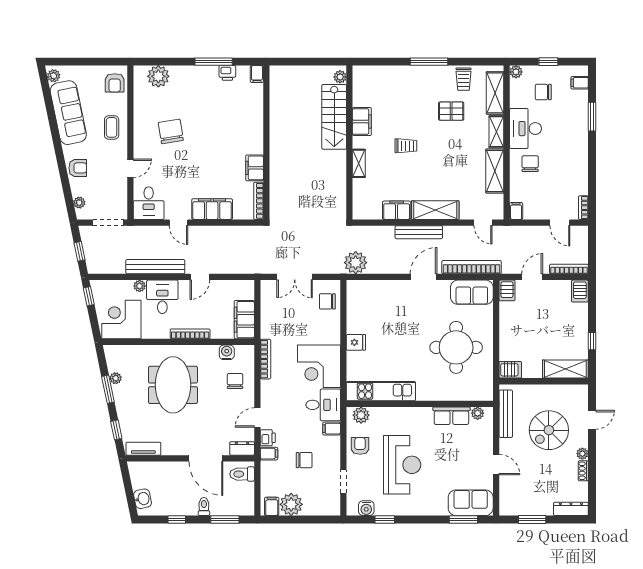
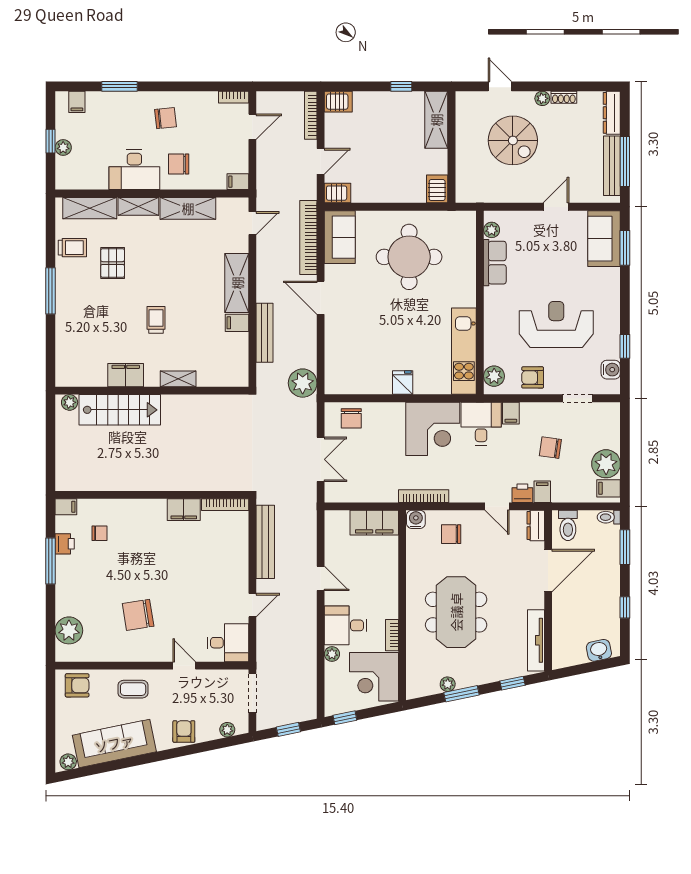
plant: (516, 72) -> (63, 148), moved
chair: (543, 92) -> (166, 118), moved, turned -96
chair: (236, 101) -> (100, 533), added
filing cabinet: (212, 209) -> (235, 563), removed
filing cabinet: (397, 210) -> (237, 323), width x0.50
bench: (419, 232) -> (264, 333), moved
bench: (155, 267) -> (265, 542), moved
door: (532, 277) -> (321, 161), swing flipped
bookcase: (190, 334) -> (392, 635), moved, width x0.64
water cooler: (227, 352) -> (416, 519), moved, turned 90
meeting table: (173, 385) -> (456, 612), turned 90
bench: (506, 414) -> (612, 166), moved, turned 90
tv unit: (143, 449) -> (536, 640), width x1.41
chair: (304, 460) -> (550, 448), turned -82
toilet: (204, 507) -> (609, 517), moved
window: (532, 520) -> (625, 162), width x1.44

